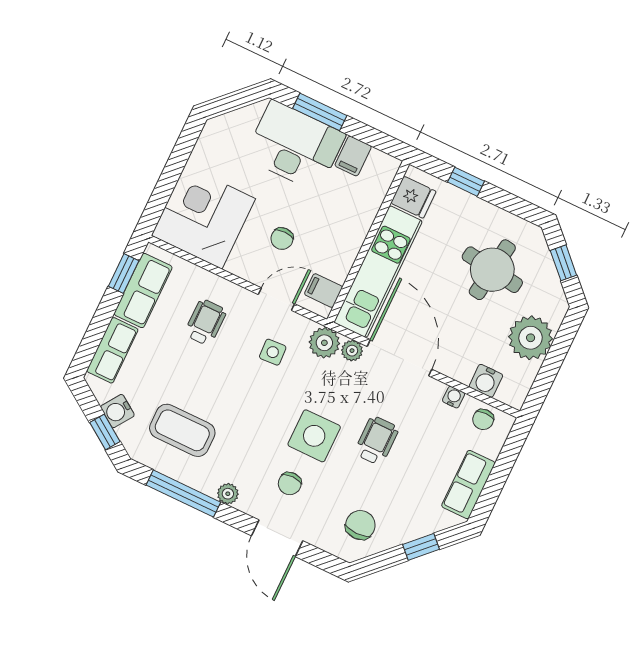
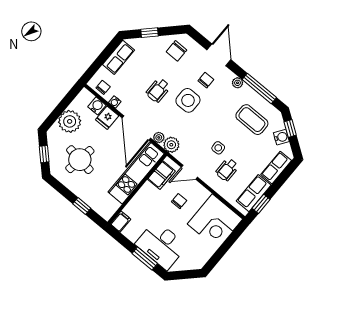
filing cabinet: (353, 156) -> (120, 222), moved
fridge: (413, 197) -> (107, 118), moved, turned -90
filing cabinet: (323, 291) -> (161, 175), width x2.00
side table: (273, 352) -> (218, 148), moved

